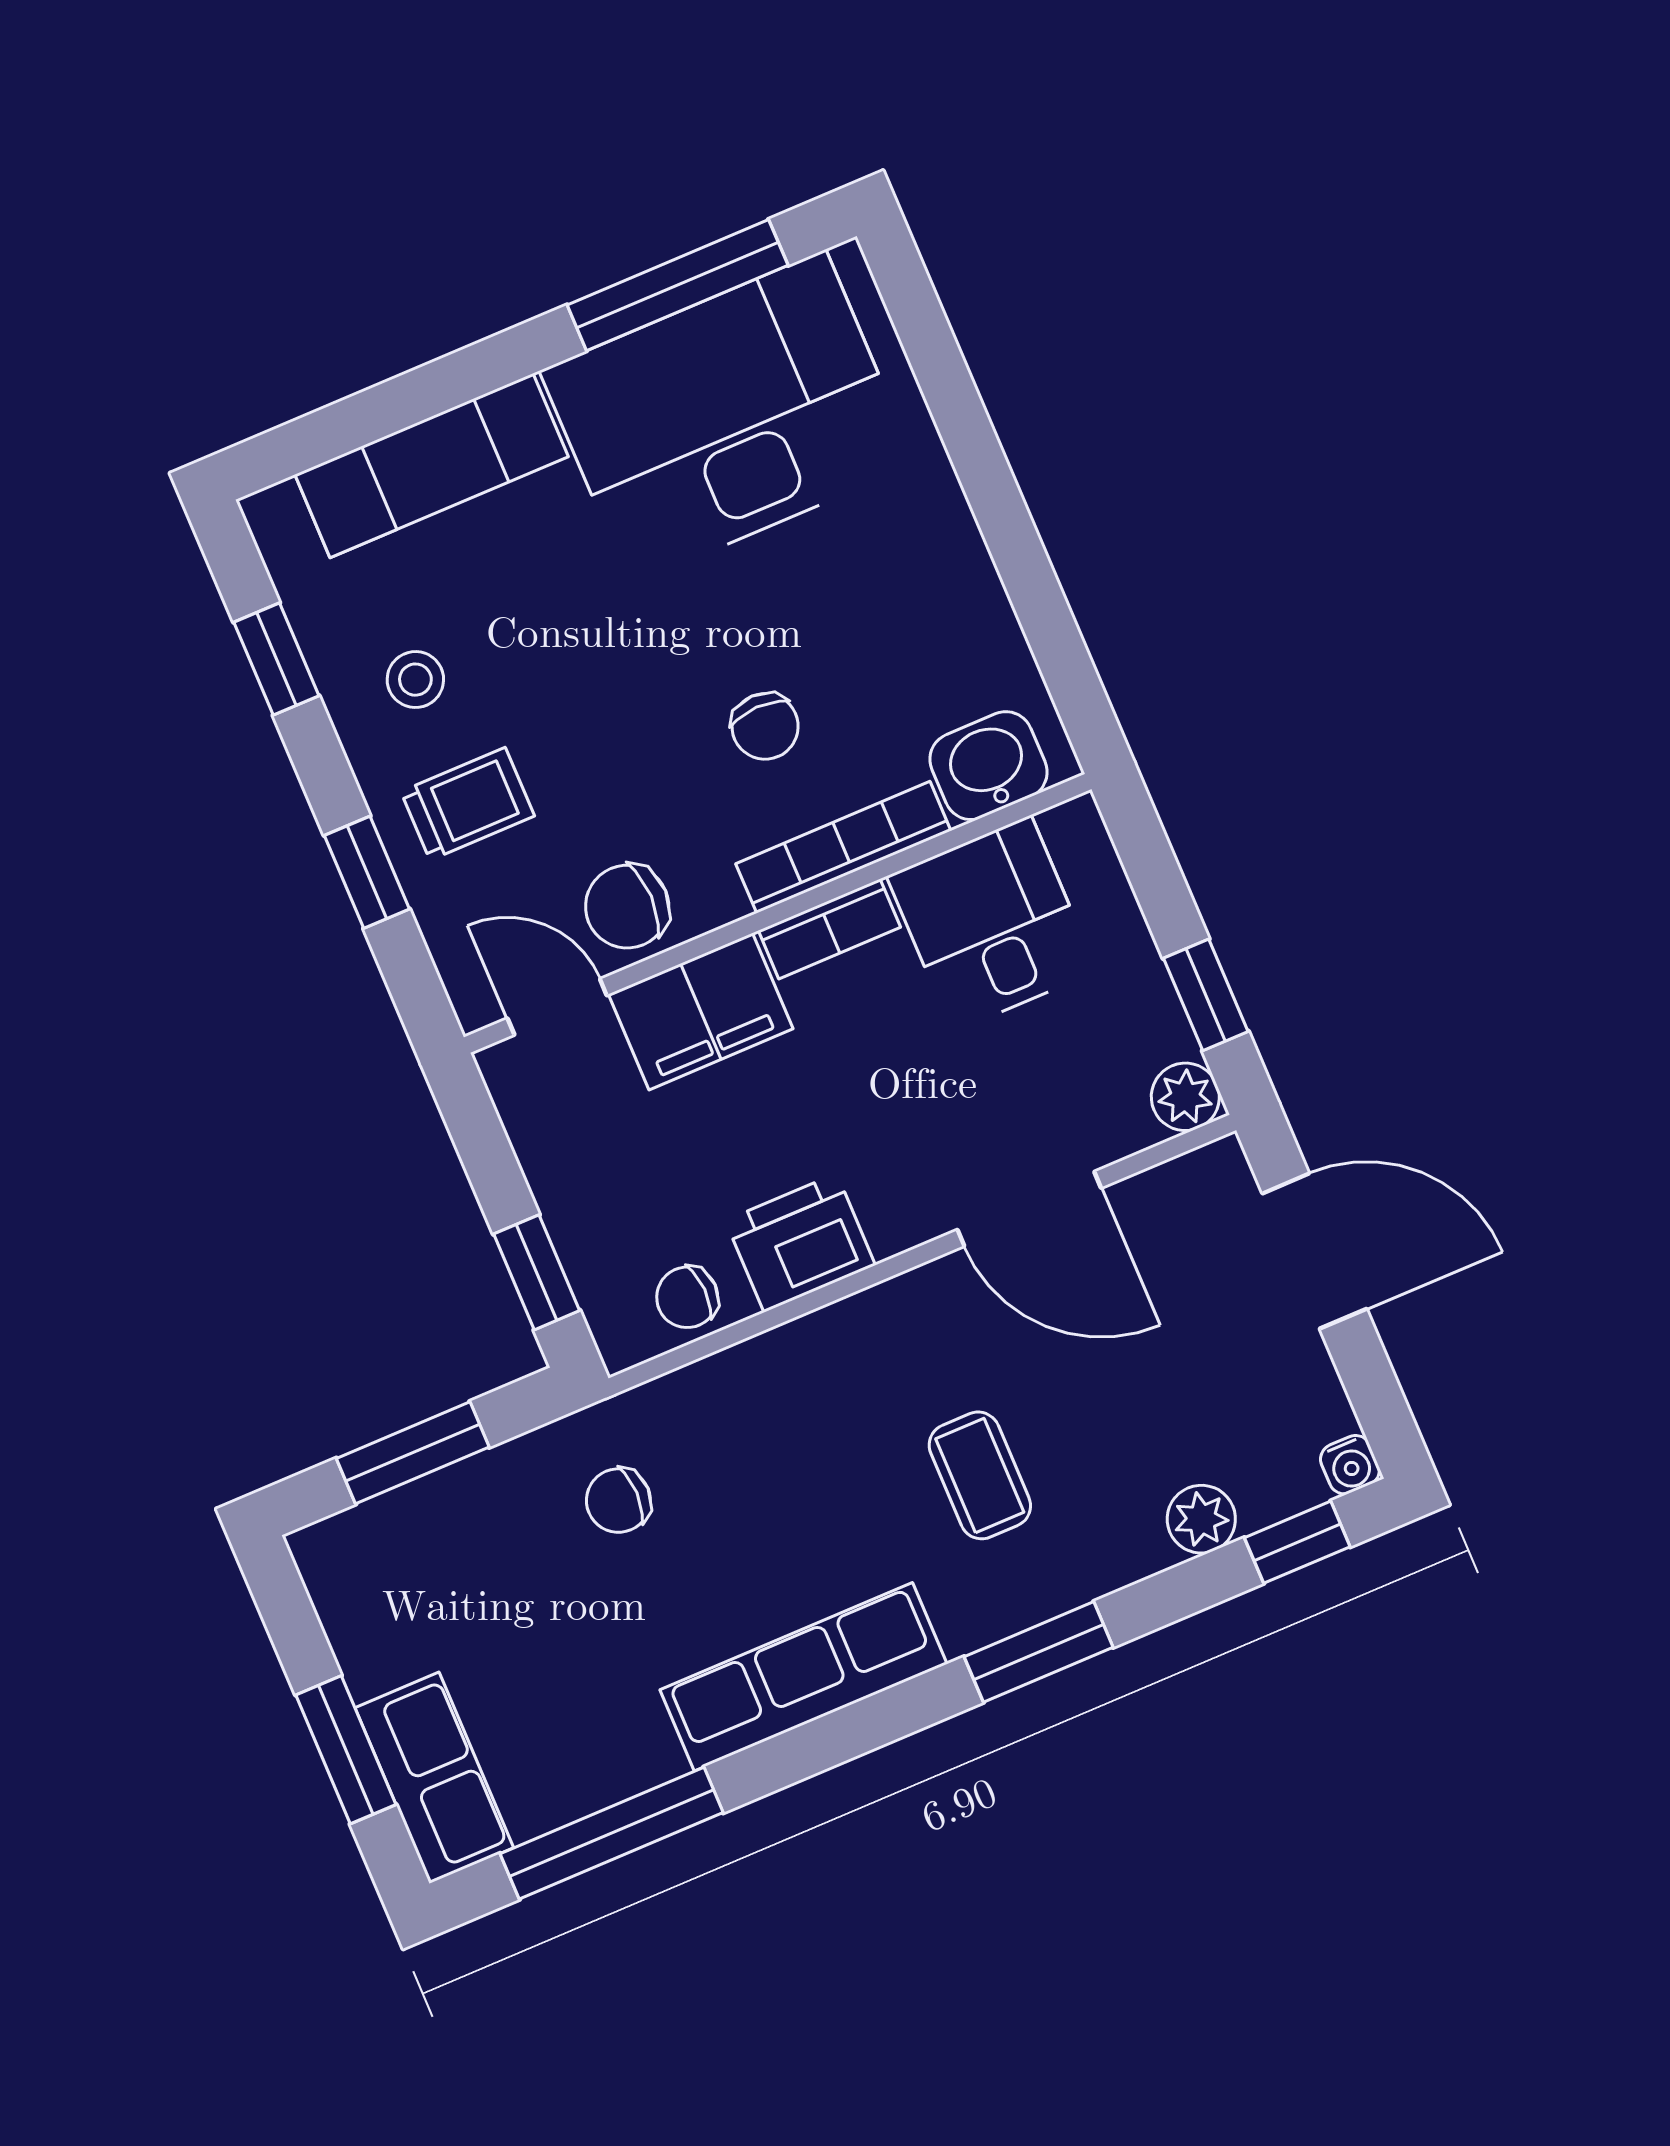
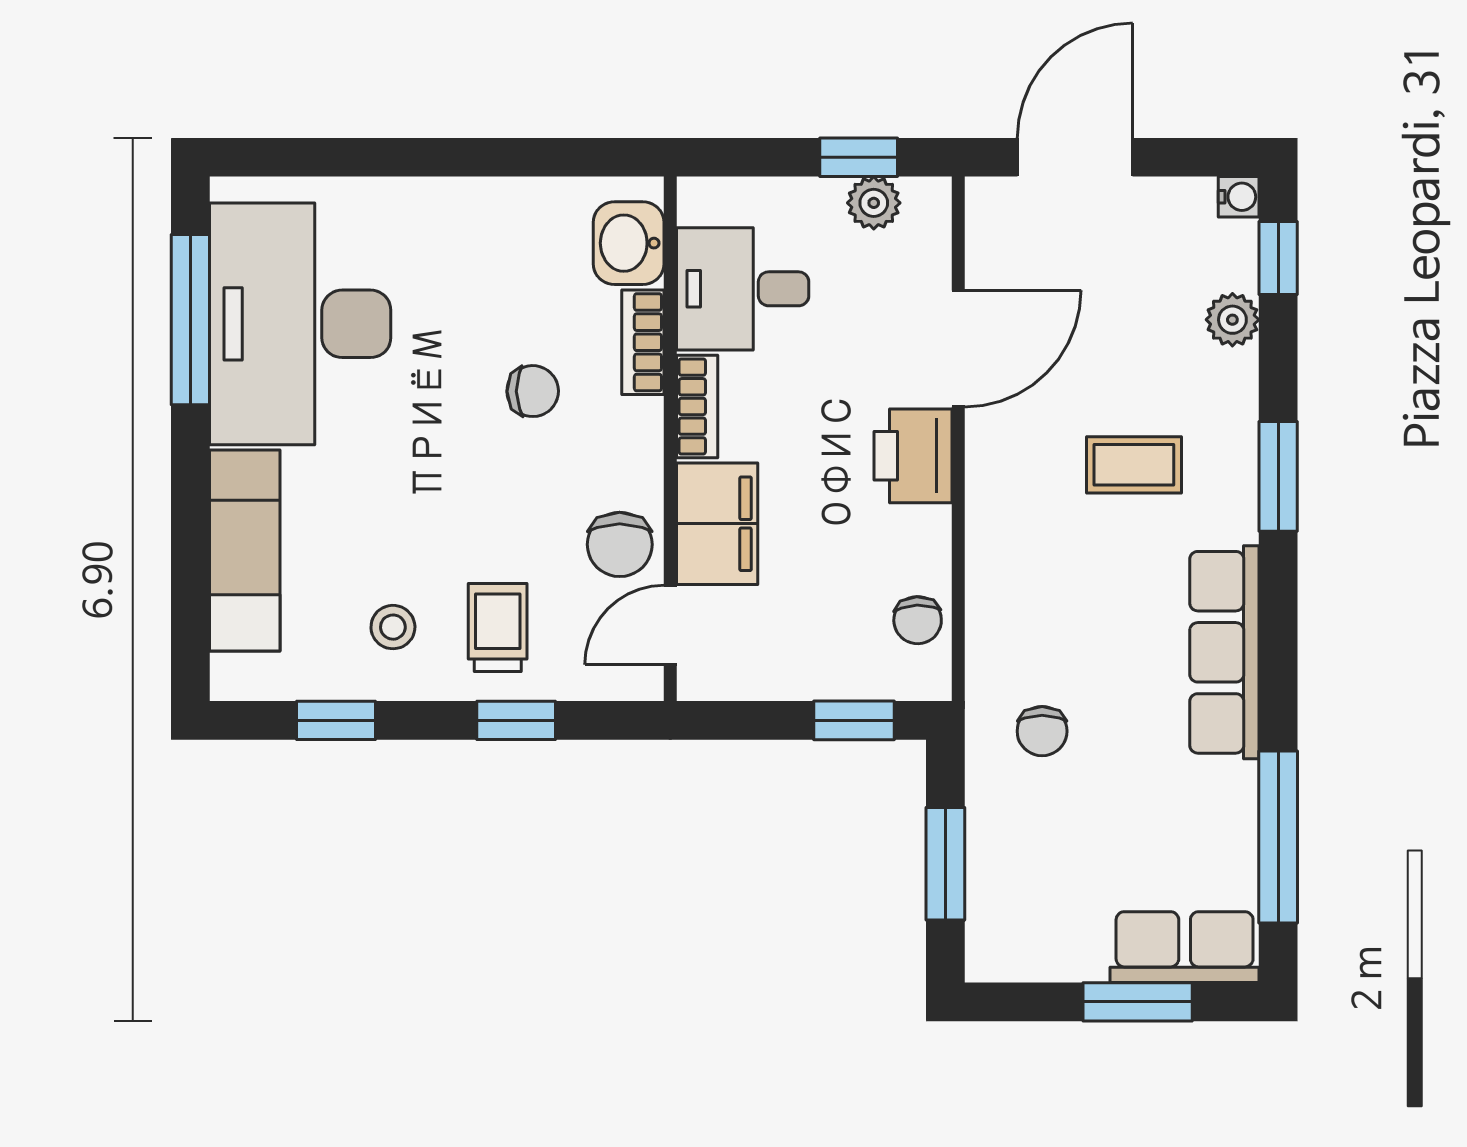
bookcase: (843, 847) -> (643, 342), width x0.64
plant: (1185, 1097) -> (874, 203), moved
printer: (800, 1243) -> (913, 456), moved

